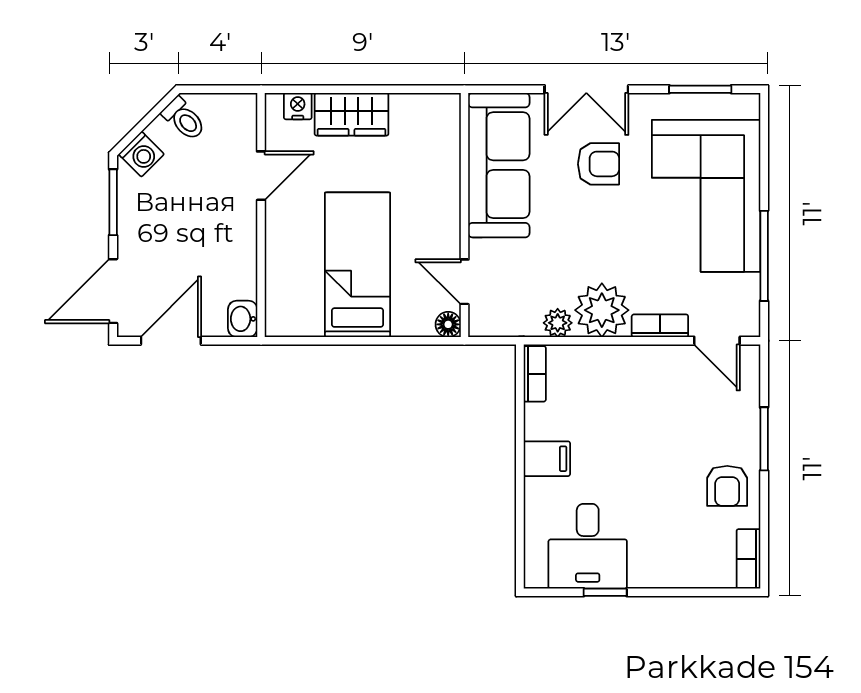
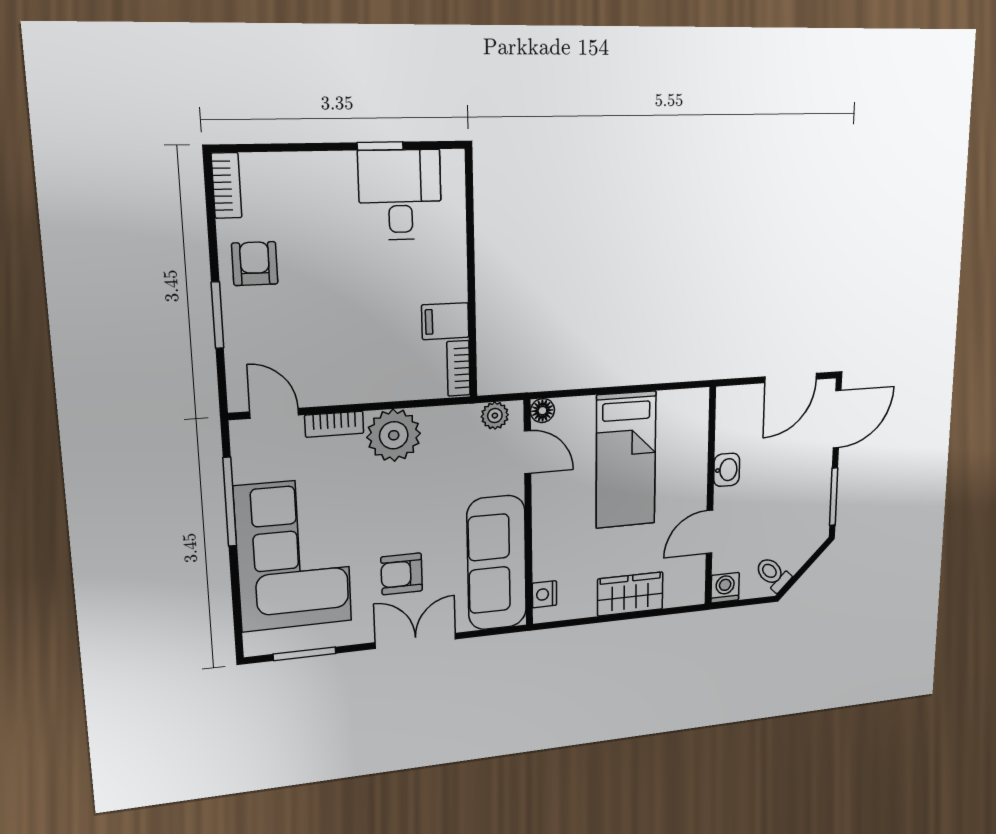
nightstand: (298, 106) -> (544, 594), moved, turned 90
washing machine: (141, 154) -> (725, 588), moved, turned 45
washbasin: (243, 319) -> (727, 470), moved
plant: (558, 323) -> (495, 416), moved
filing cabinet: (547, 459) -> (445, 321), moved

